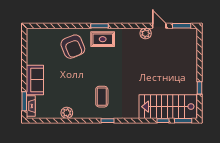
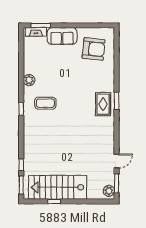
plant: (146, 33) -> (109, 191), moved
armchair: (73, 47) -> (94, 49), moved, turned -152
stairs: (168, 107) -> (58, 187), moved, turned -90
plant: (67, 113) -> (29, 80), moved

